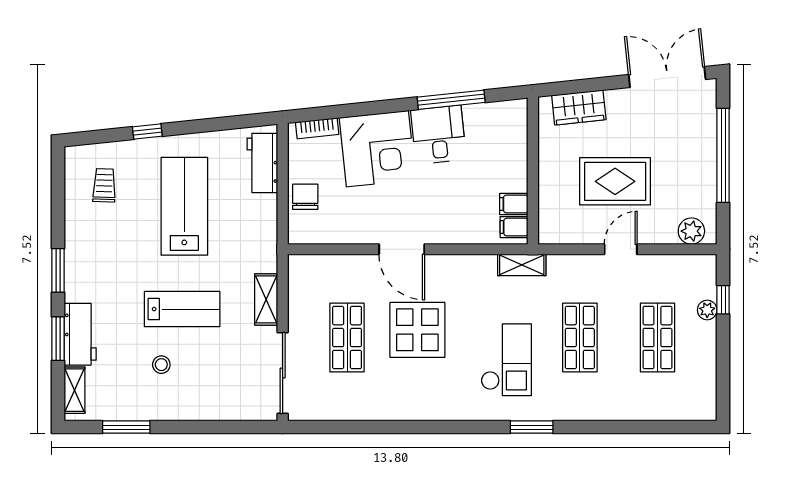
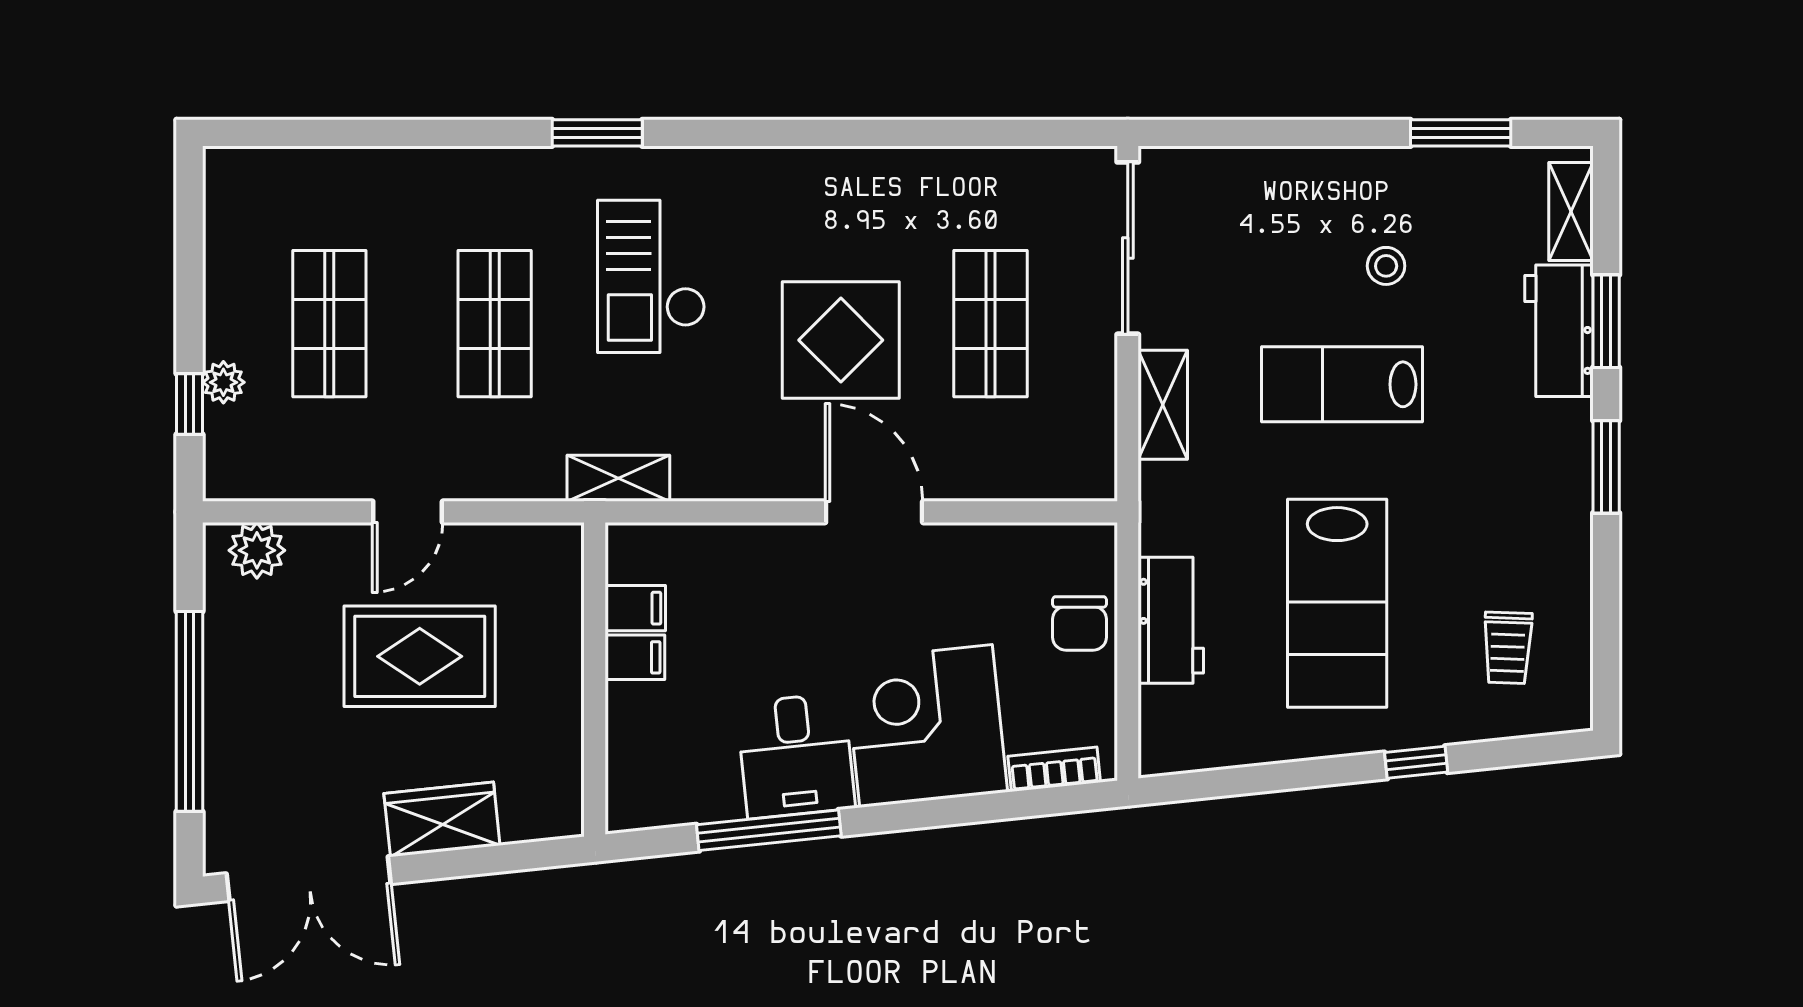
wardrobe: (579, 107) -> (442, 819), moved
workbench: (262, 163) -> (1171, 620), moved
filing cabinet: (514, 227) -> (635, 657), moved

